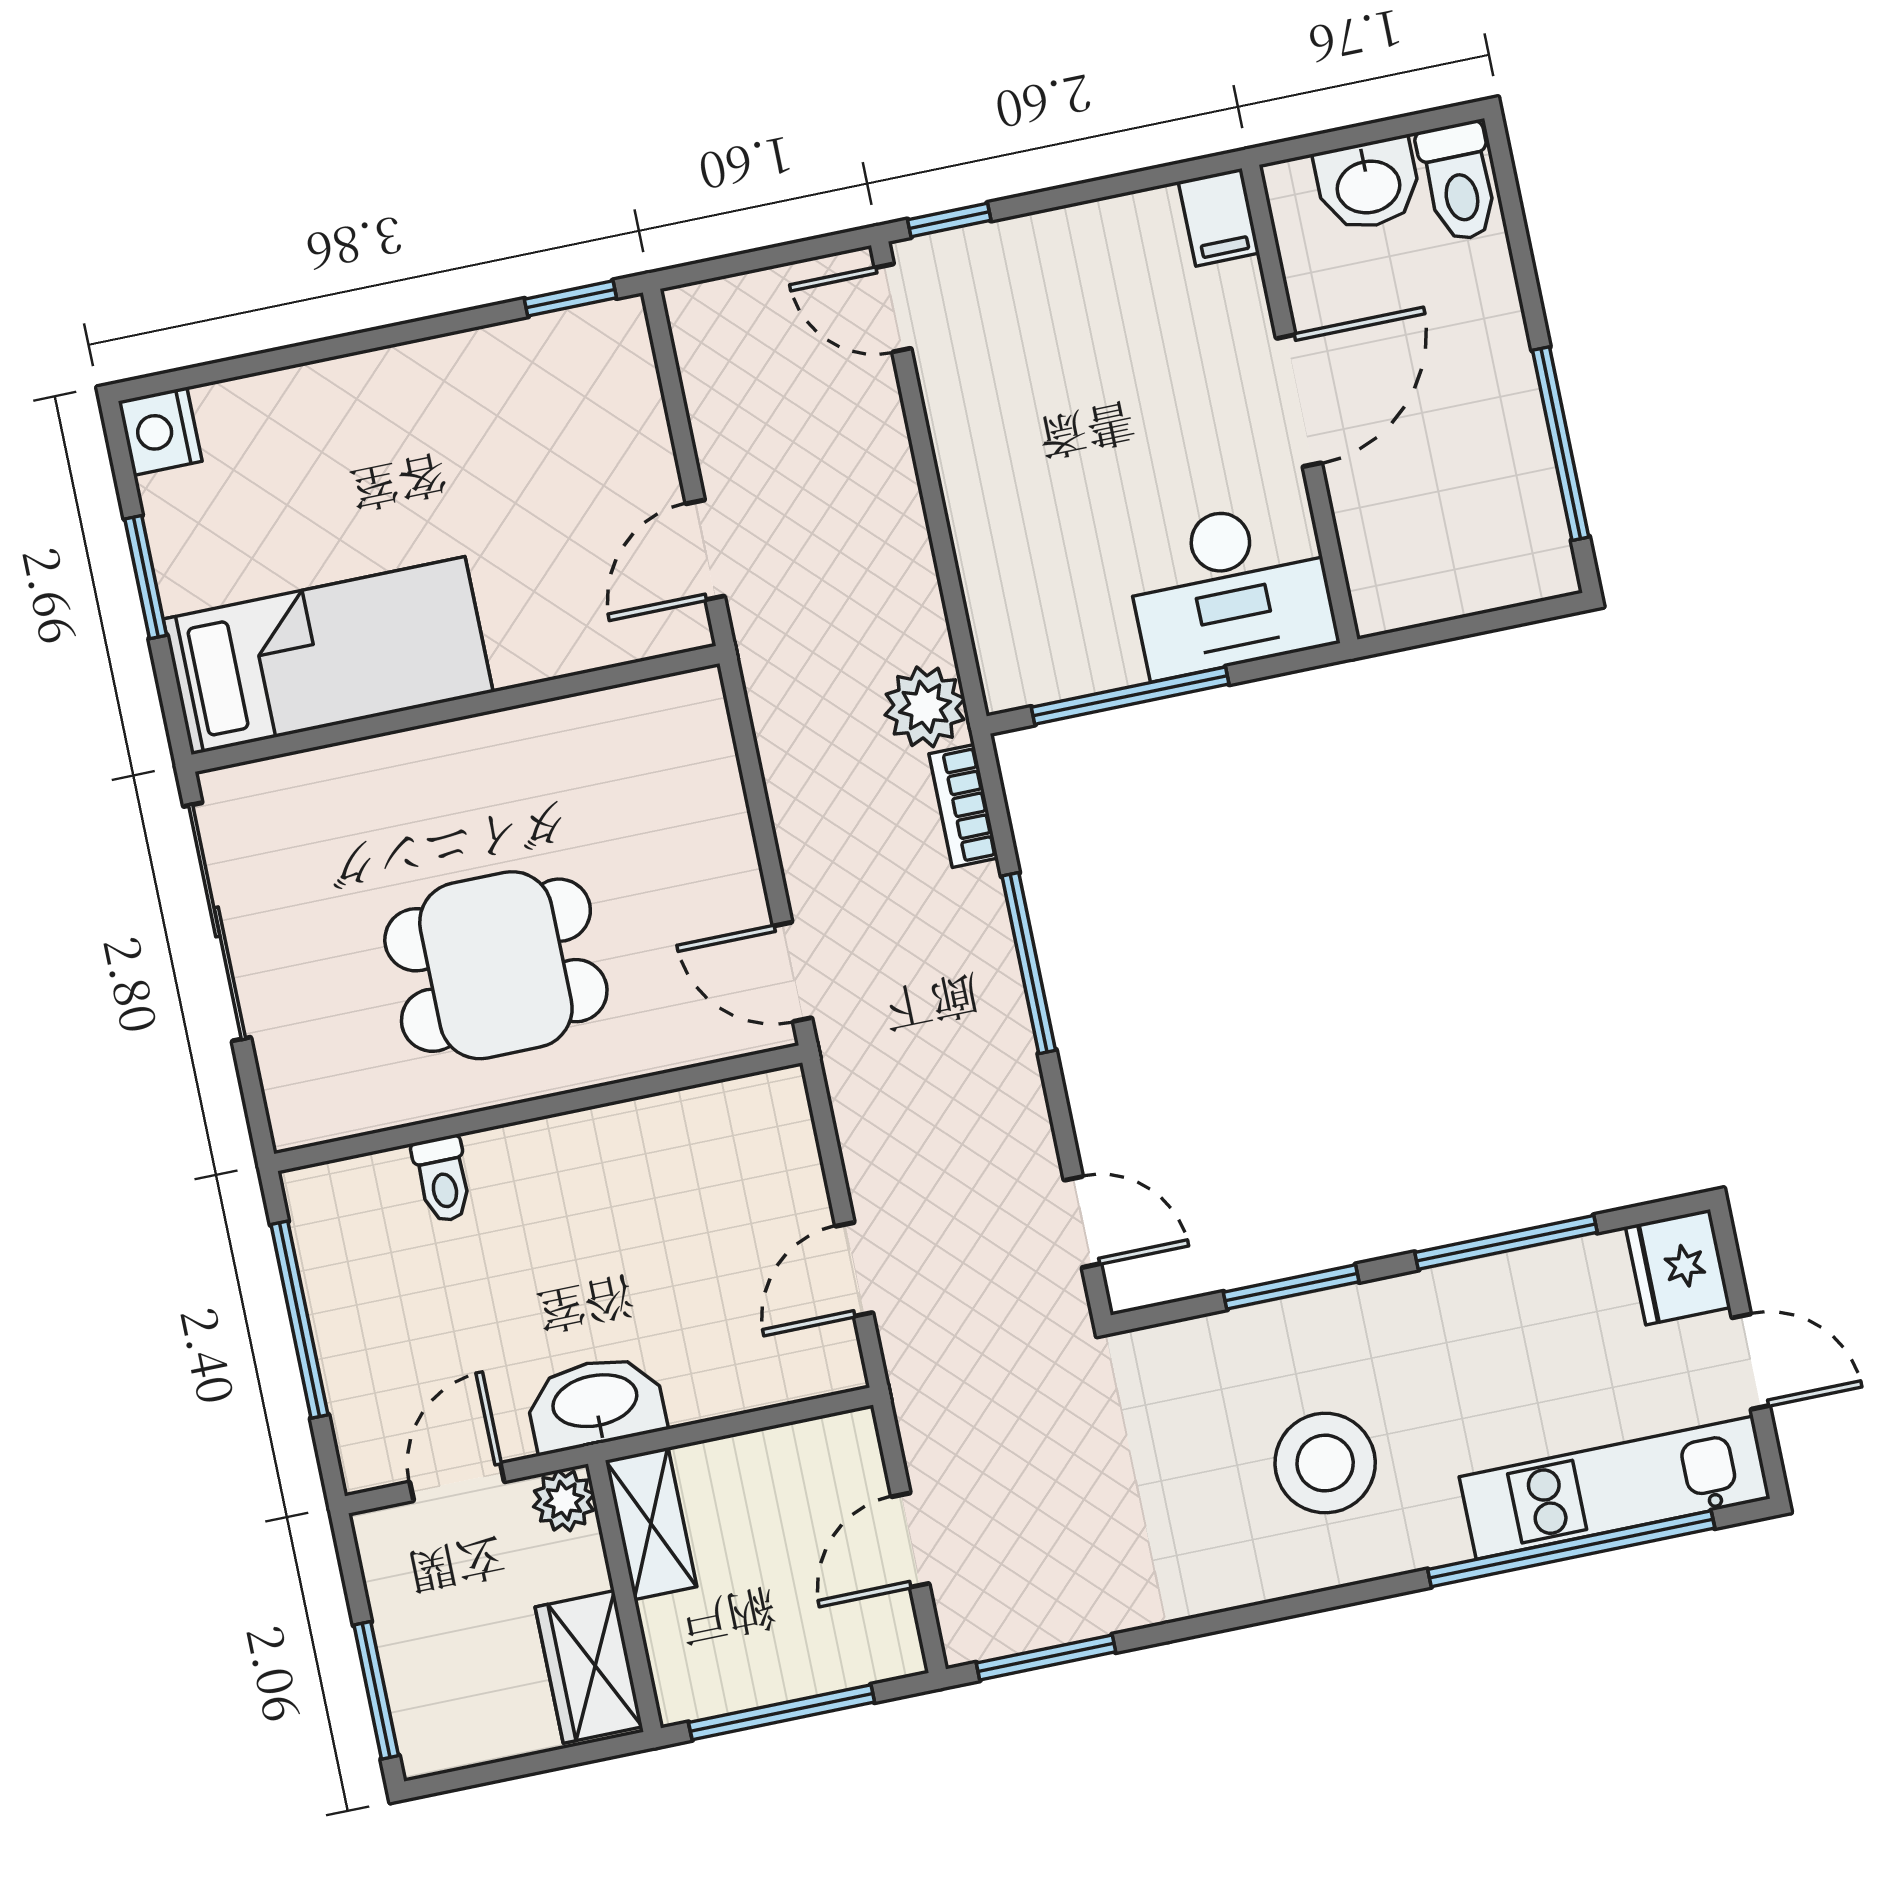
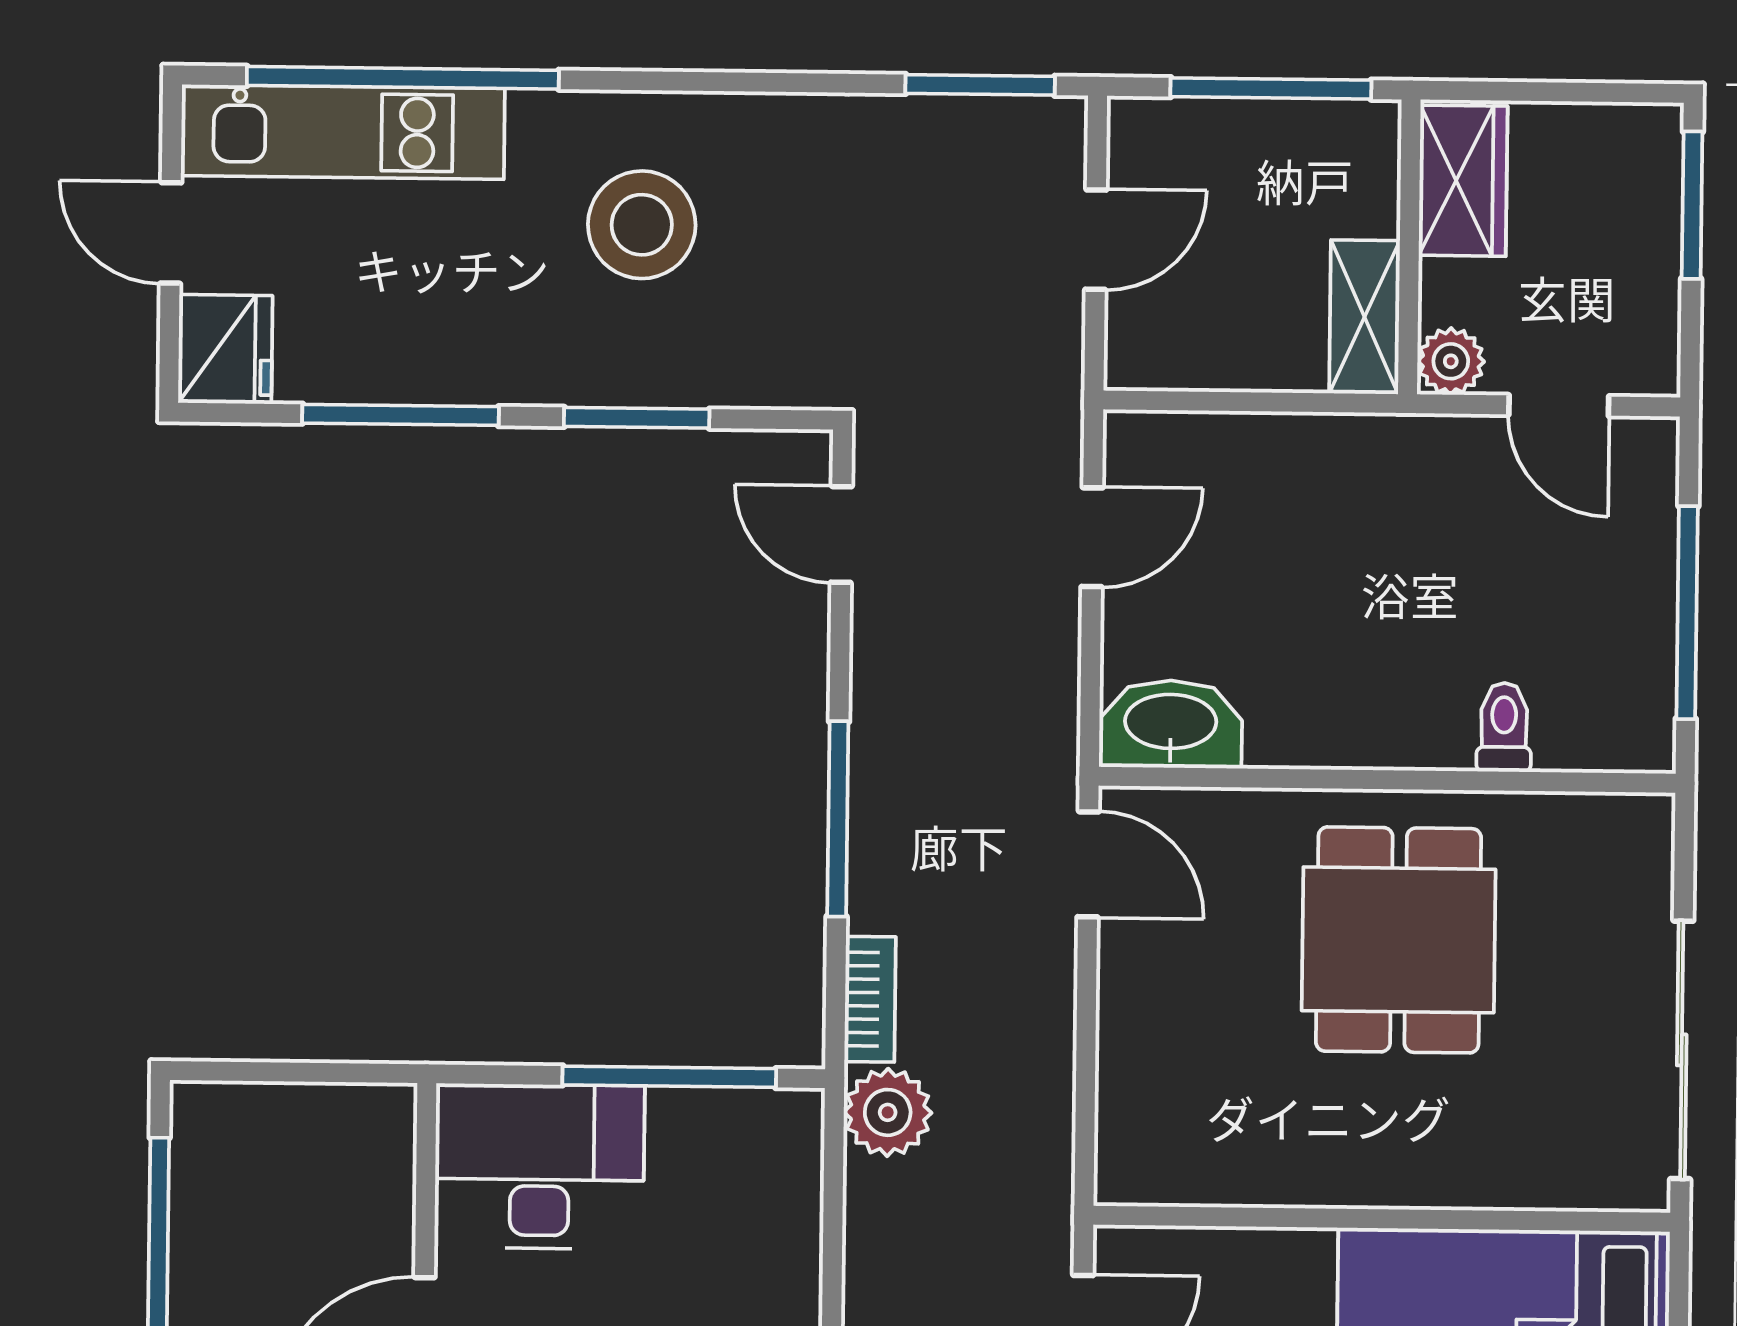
dining table: (496, 965) -> (1399, 940), turned 90
washbasin: (595, 1403) -> (1171, 724), moved, turned 180
door: (457, 1482) -> (1559, 406), hinge flipped

